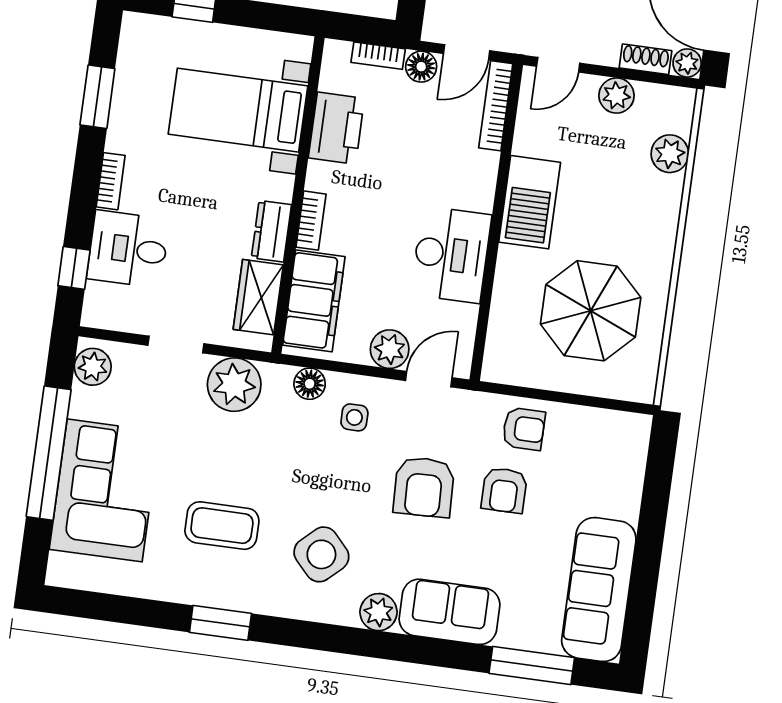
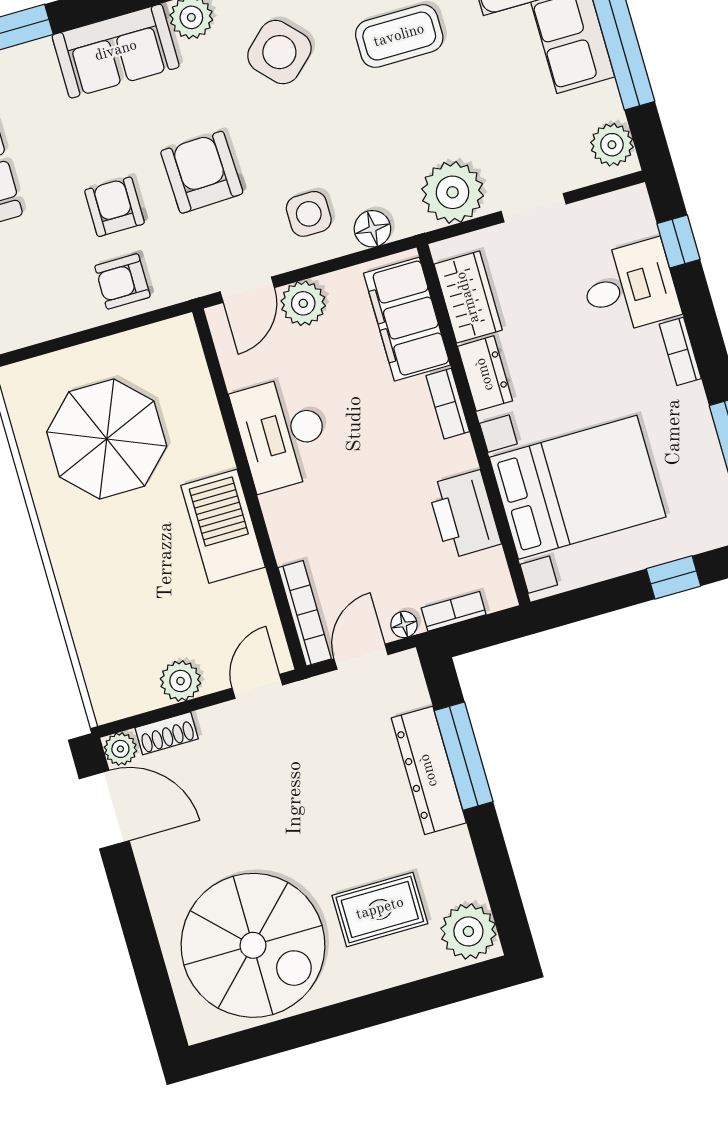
floor lamp: (421, 67) -> (404, 625), width x0.73, depth x0.73
bed with nightstands: (238, 110) -> (578, 487), width x1.36
plant: (670, 154) -> (96, 644), removed
side table: (354, 417) -> (309, 214), width x1.37, depth x1.37

